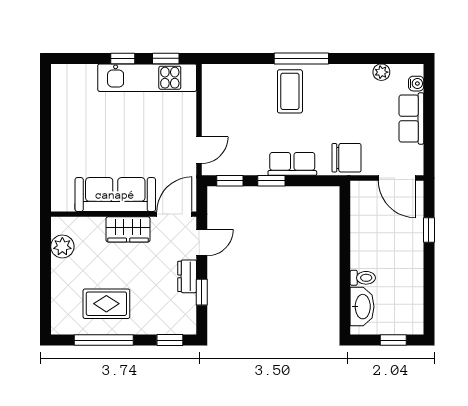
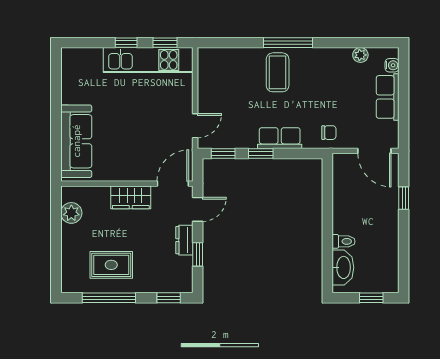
chair: (346, 158) -> (329, 133), width x0.54, depth x0.54
sofa: (115, 195) -> (76, 141), moved, turned 90

